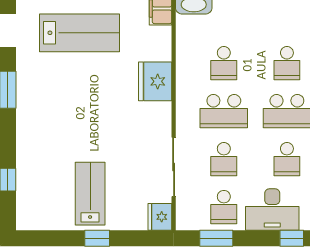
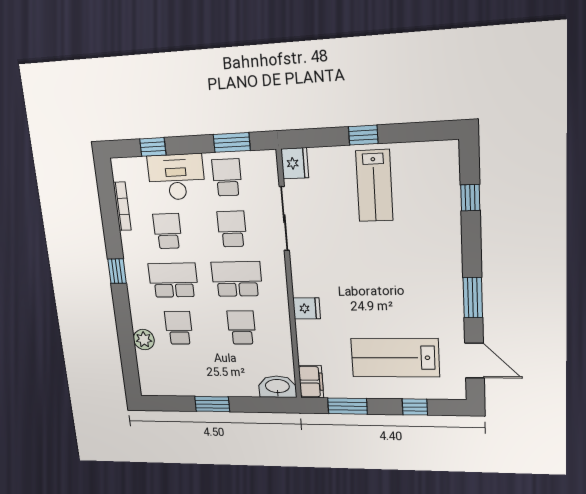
fridge: (155, 81) -> (307, 308), width x0.53, depth x0.75

